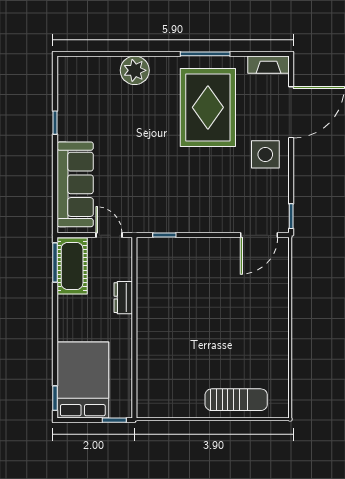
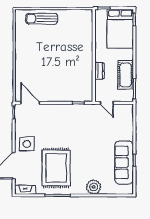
sofa: (75, 184) -> (124, 162), moved
door: (259, 235) -> (30, 103), hinge flipped
cot: (72, 266) -> (126, 75), moved

